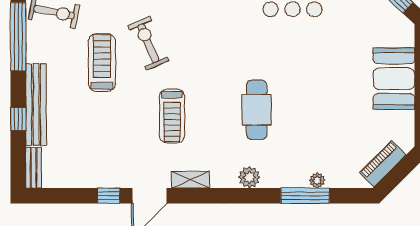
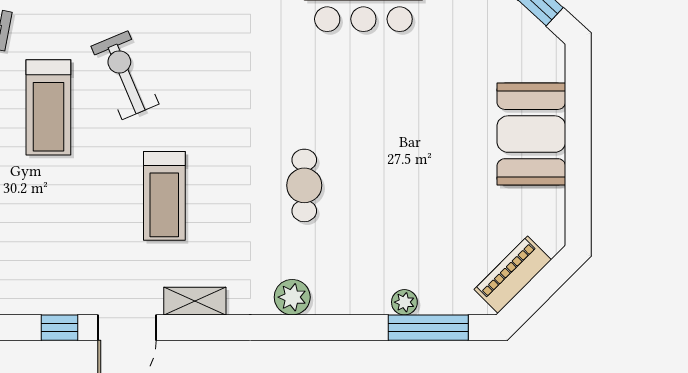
treadmill: (102, 63) -> (48, 107), turned 180
cafe table: (257, 110) -> (304, 185), width x0.73, depth x0.74
window: (305, 196) -> (428, 328), moved

